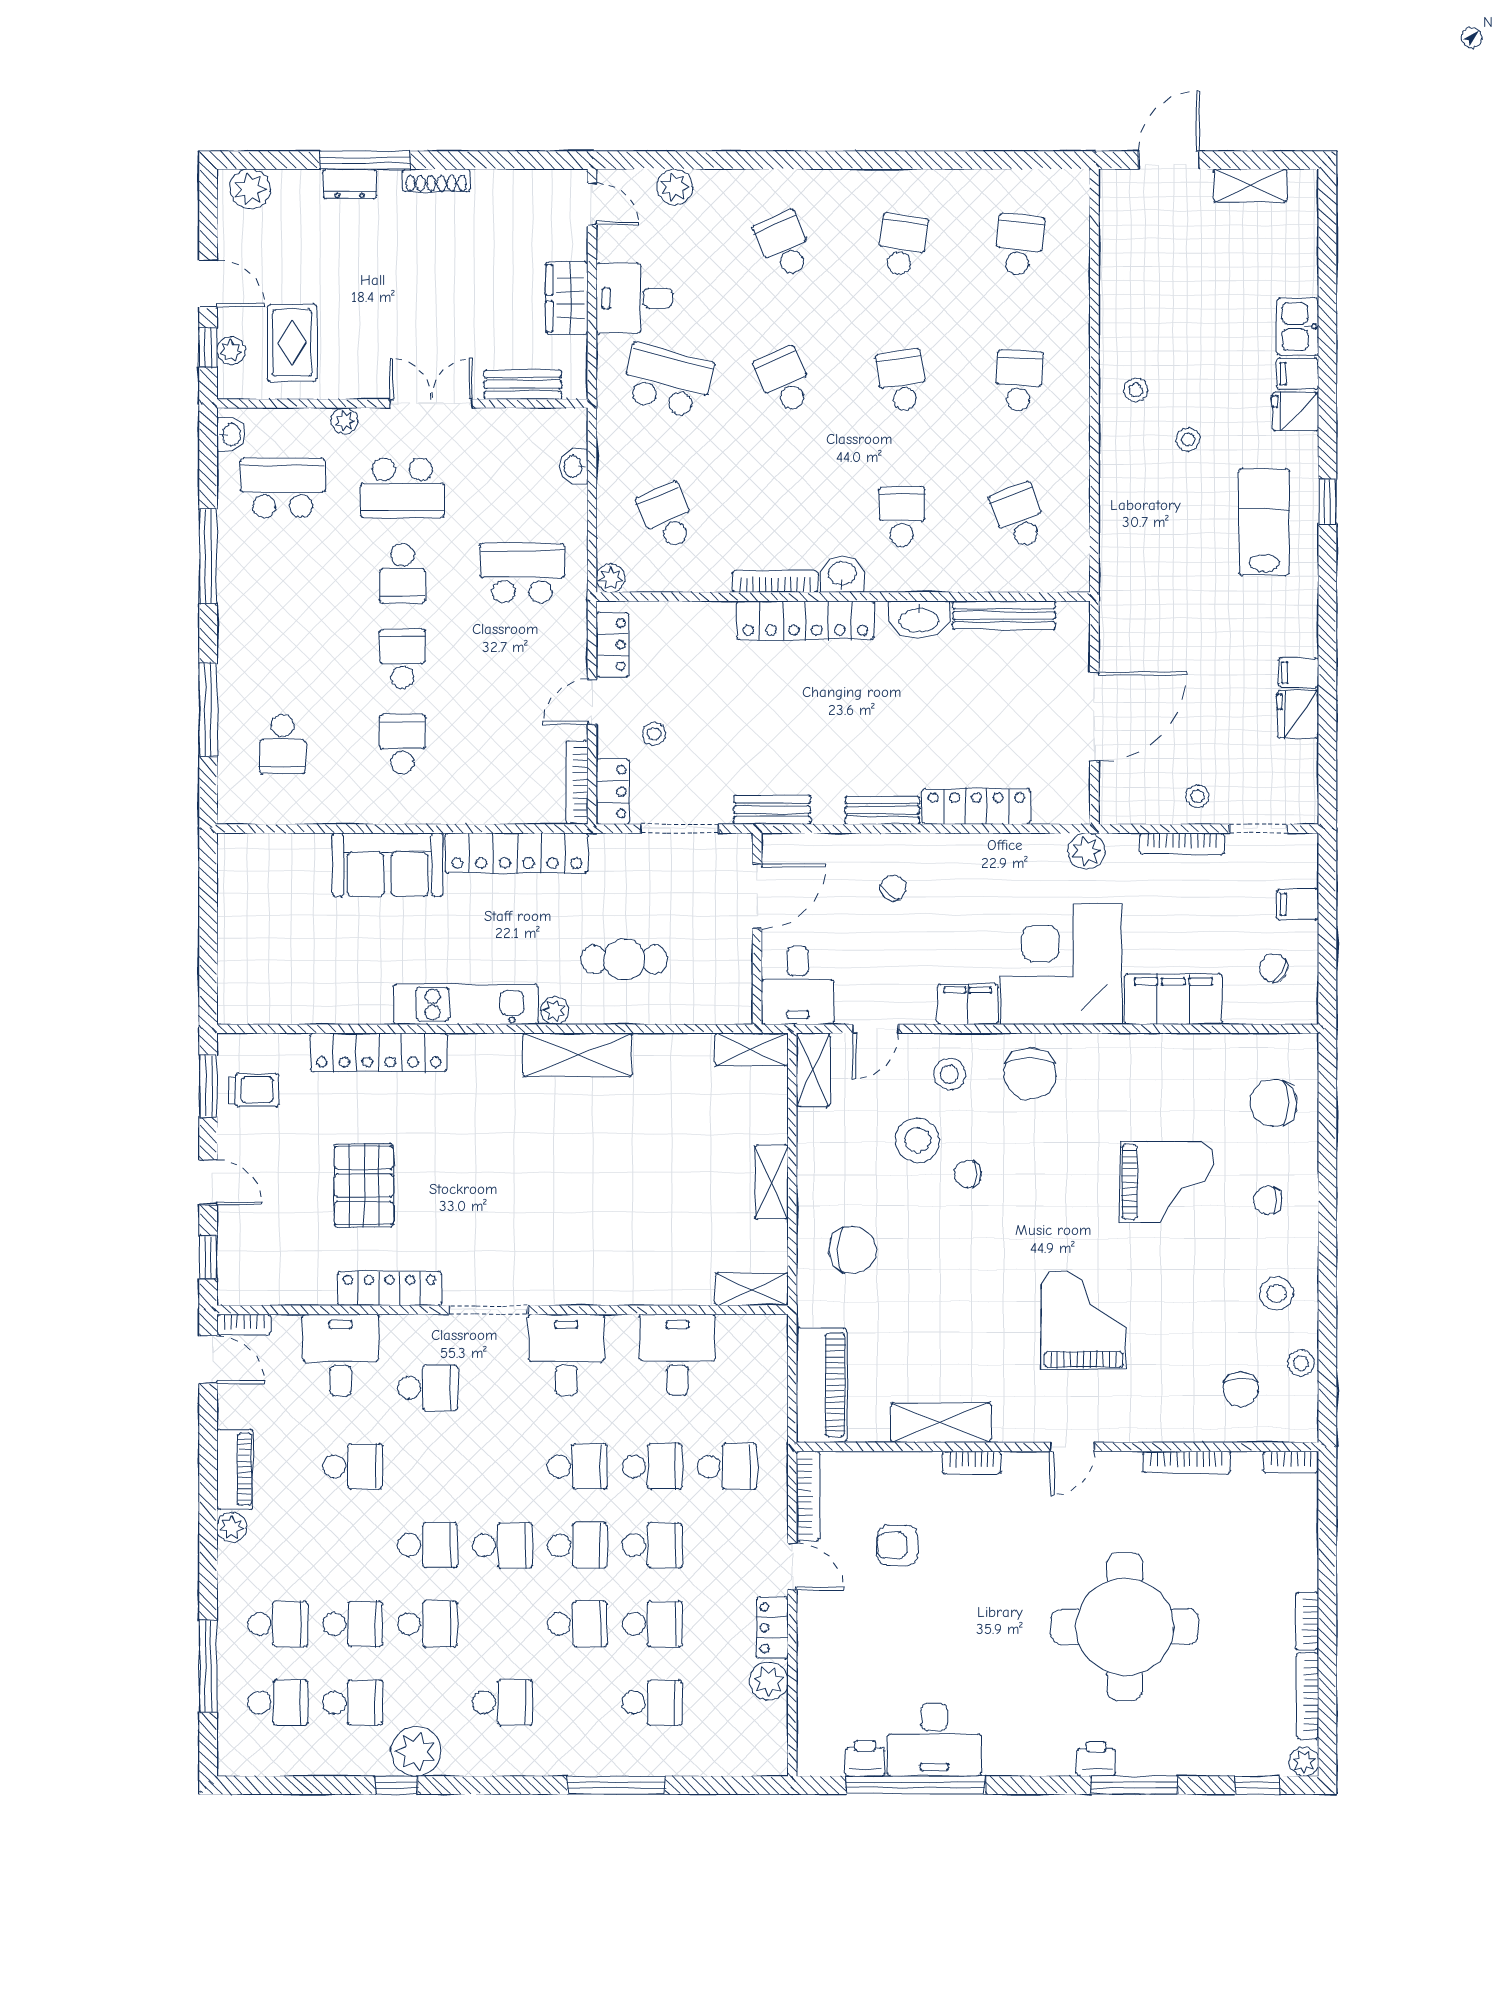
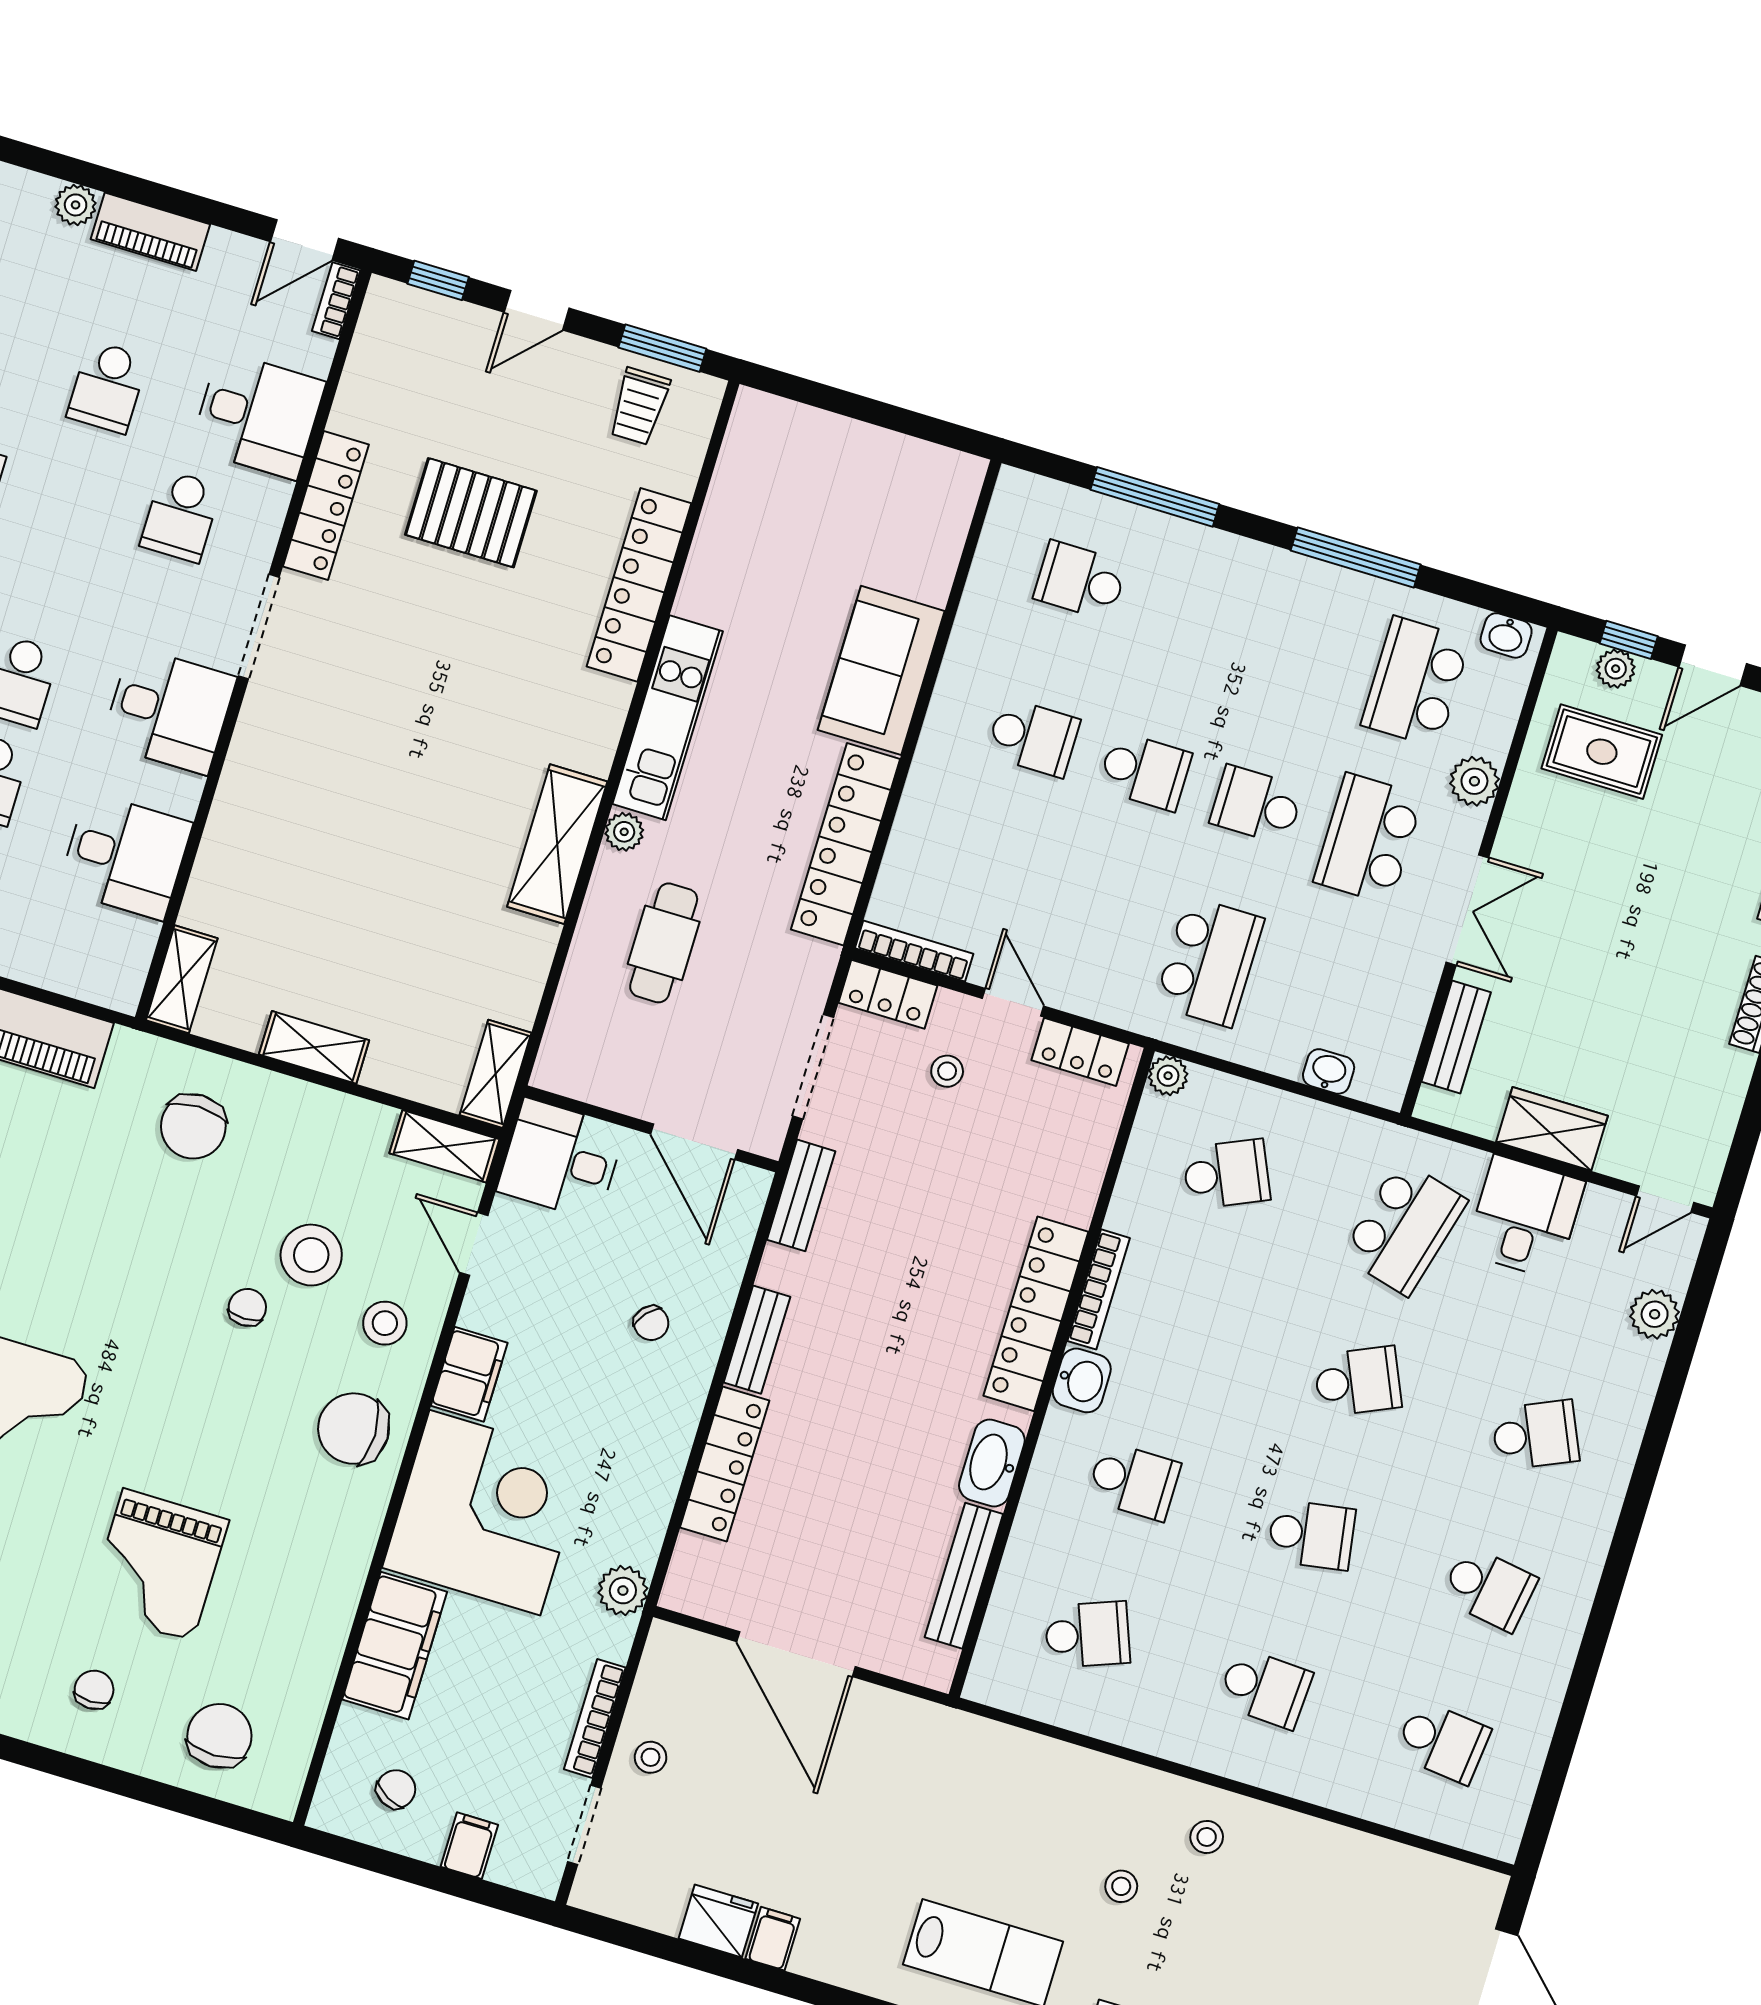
plant: (345, 421) -> (1474, 781), width x1.38, depth x1.38
school desk: (283, 488) -> (1416, 682), turned 180

